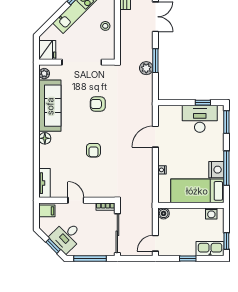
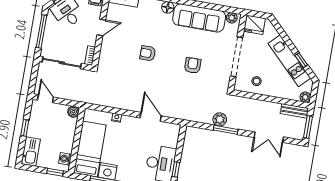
stool: (105, 26) -> (257, 81), moved
window: (226, 241) -> (55, 172), moved

